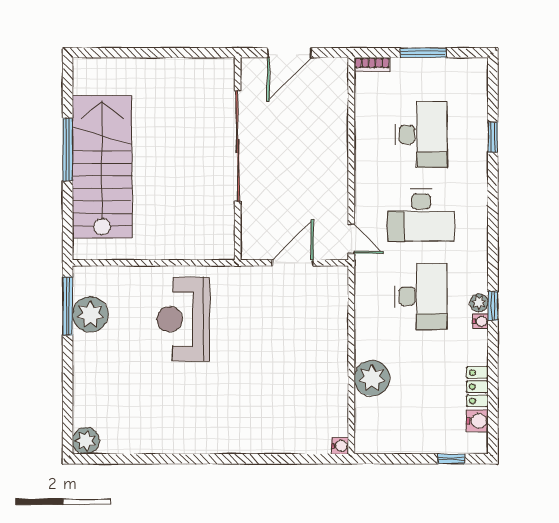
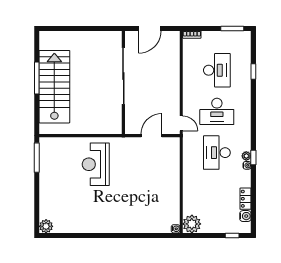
window: (423, 53) -> (232, 29), moved
desk: (421, 296) -> (217, 153), turned 180
plant: (90, 314) -> (48, 162), removed
plant: (372, 378) -> (192, 224), moved

